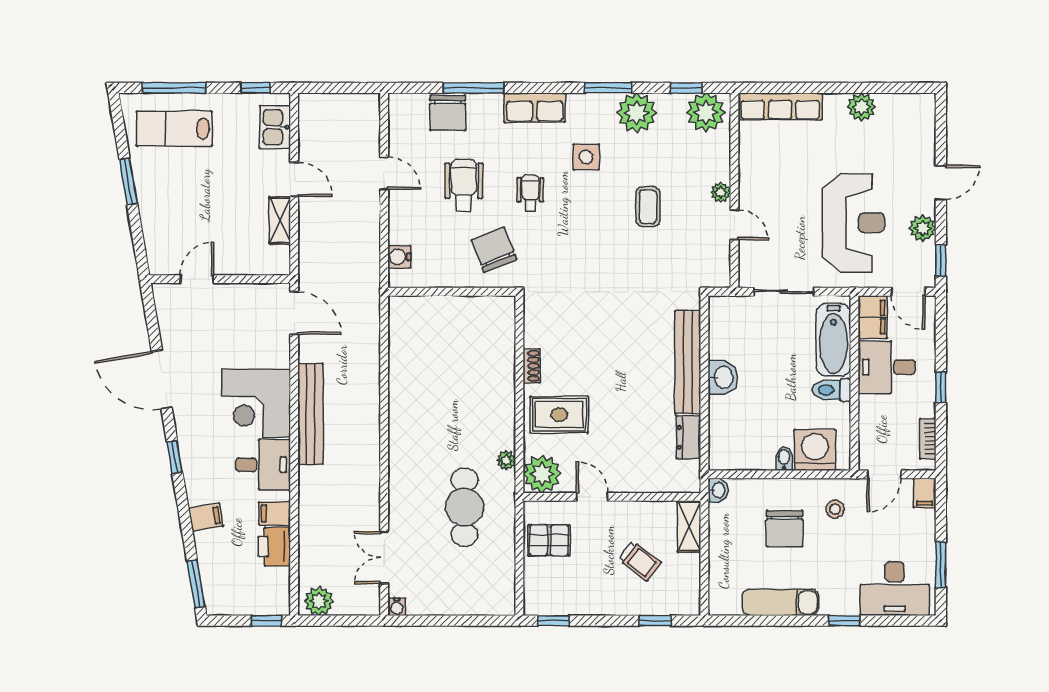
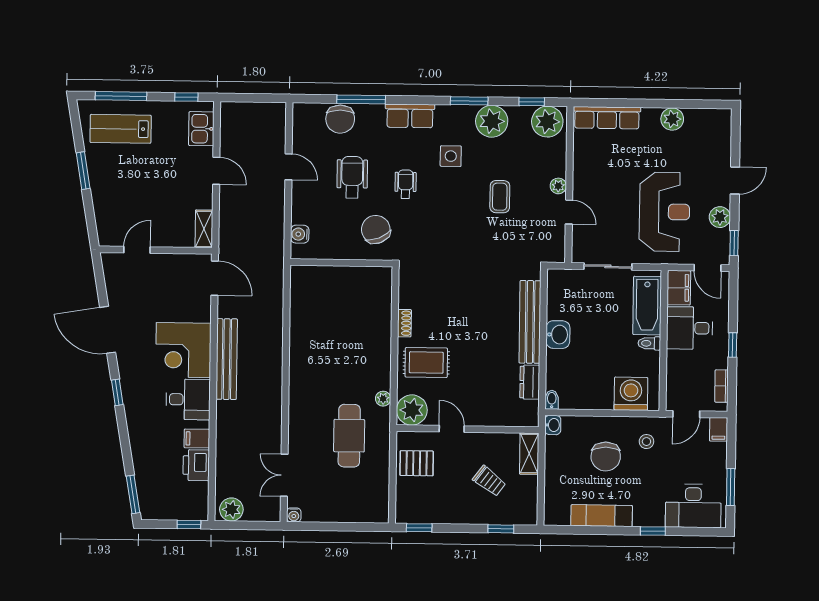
shelving: (280, 221) -> (204, 229), moved
toilet: (832, 390) -> (649, 343), width x0.73, depth x0.72
bidet: (784, 459) -> (552, 400), moved
filing cabinet: (206, 517) -> (142, 441), removed

